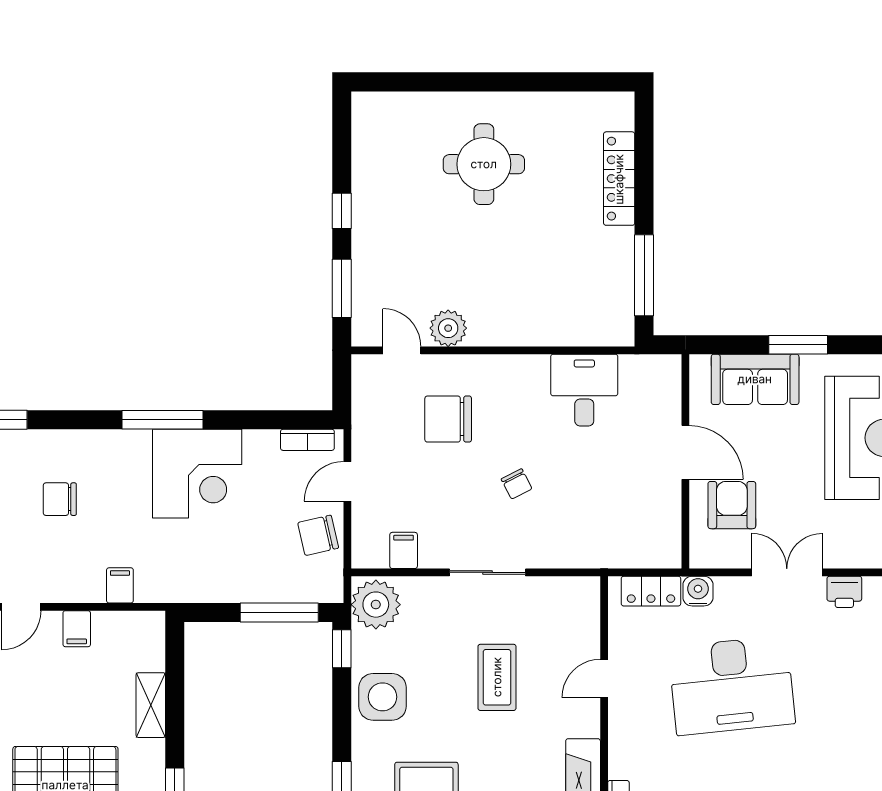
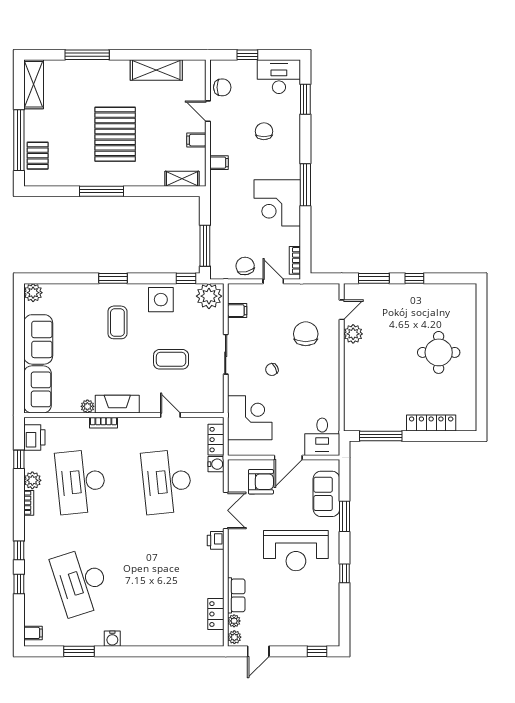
desk: (584, 390) -> (322, 437), moved, turned 90
corner desk: (609, 526) -> (250, 418), added
shelving: (151, 705) -> (182, 179), moved

